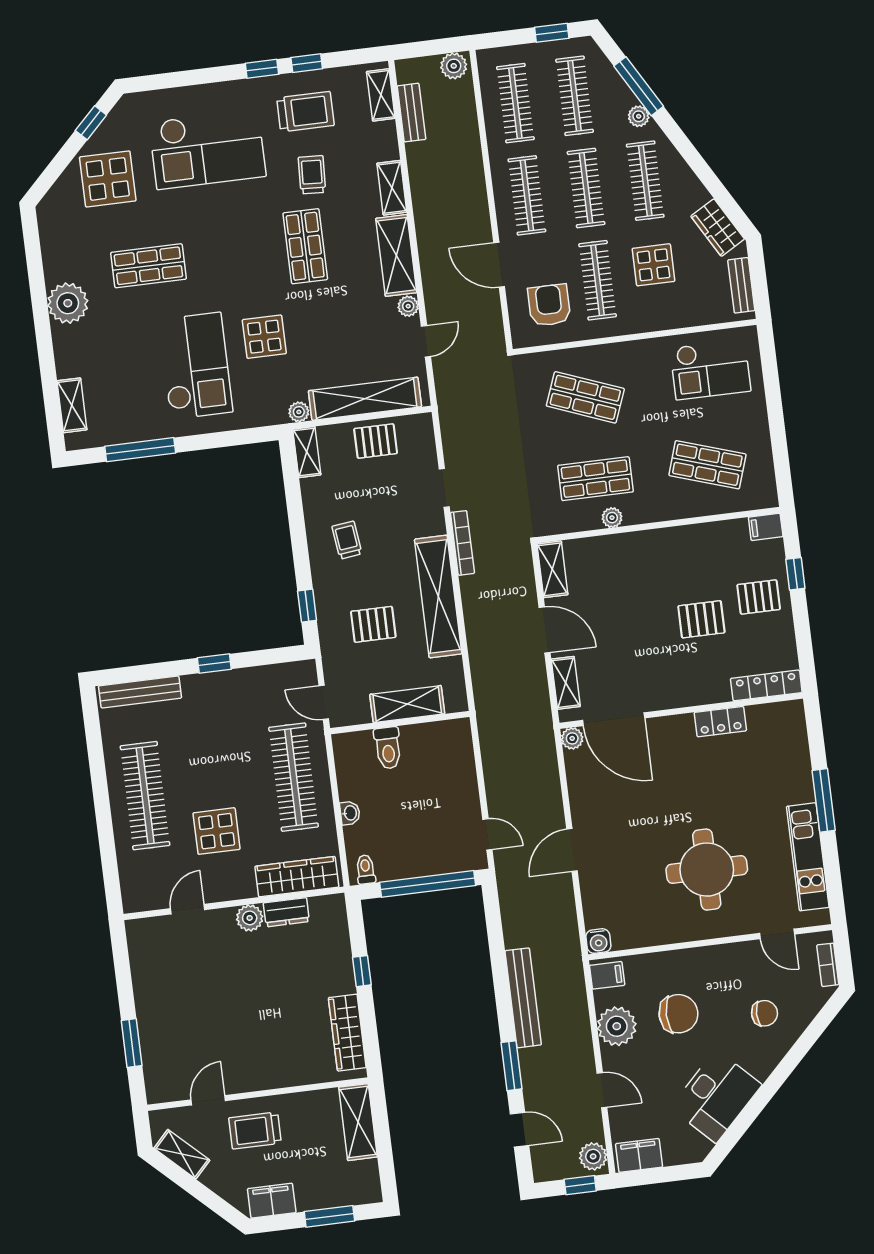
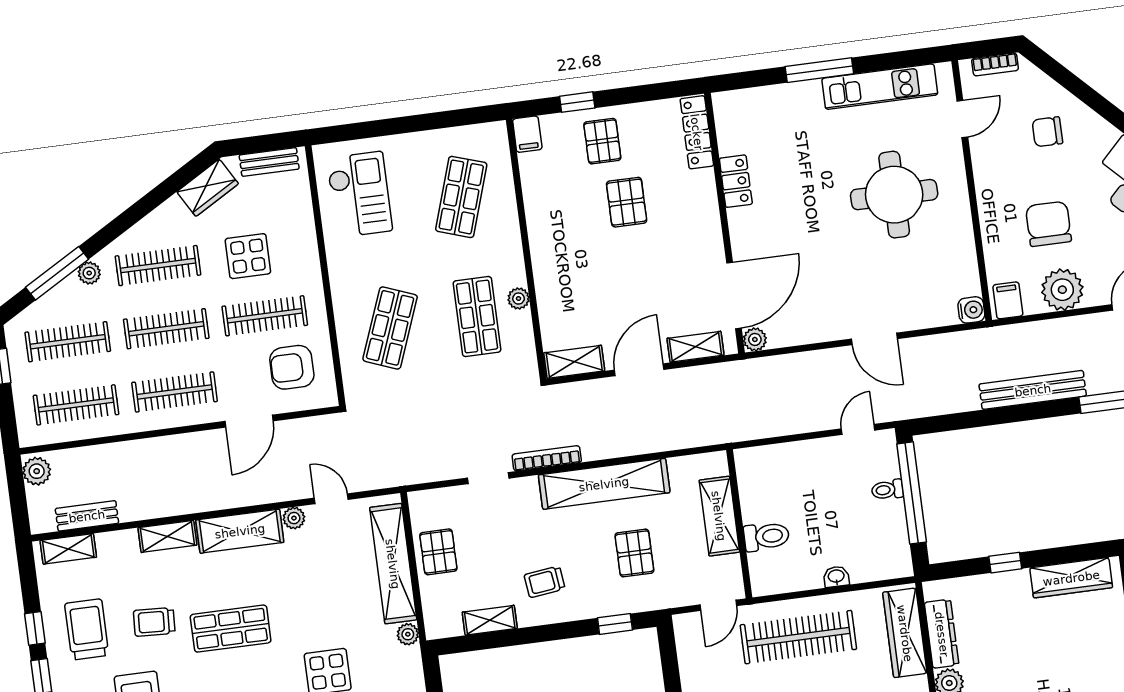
shelving: (307, 452) -> (490, 620), moved
toilet: (366, 869) -> (887, 490), moved
dresser: (286, 912) -> (942, 634), width x1.44
chair: (765, 1013) -> (1047, 132), turned -90

